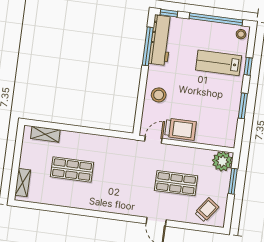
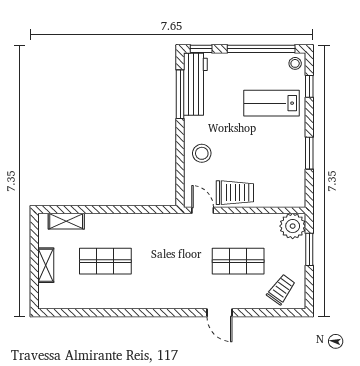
window: (248, 66) -> (309, 86), moved
door: (153, 140) -> (203, 210), hinge flipped
shelving: (23, 183) -> (46, 265), moved

